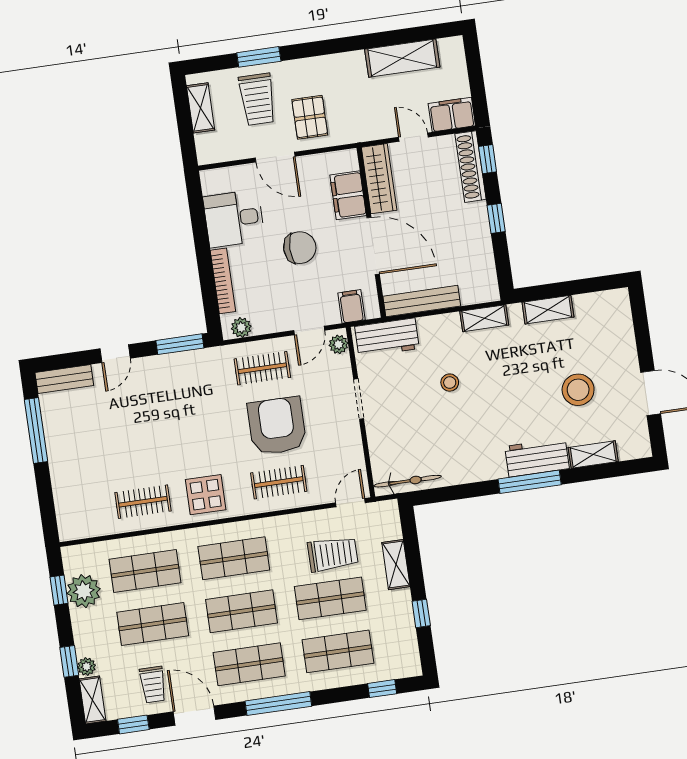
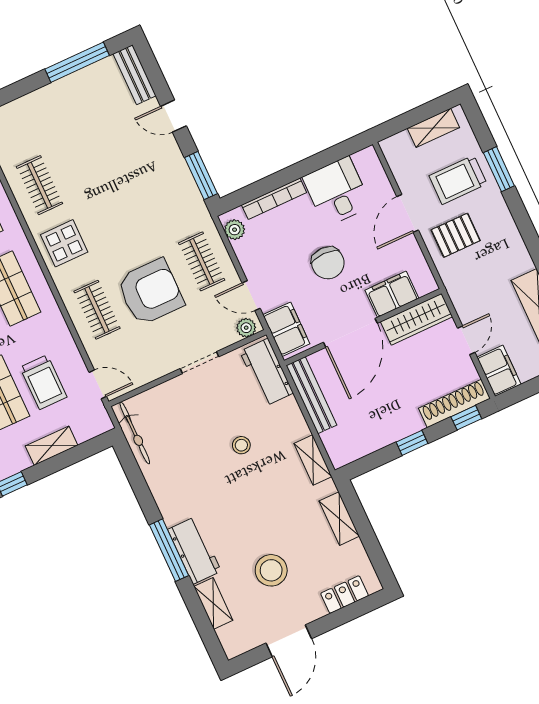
filing cabinet: (351, 306) -> (286, 329), width x2.00
locker: (622, 326) -> (345, 595), added

